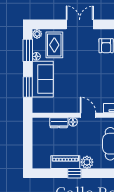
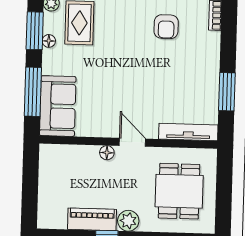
sofa: (43, 79) -> (58, 106), moved
window: (28, 87) -> (33, 92), width x1.44
dresser: (59, 123) -> (83, 153), removed

